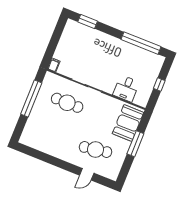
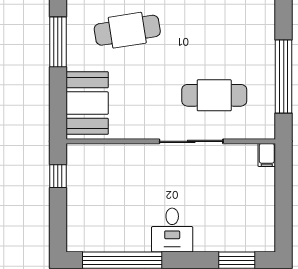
window: (159, 84) -> (58, 176), moved
desk: (126, 88) -> (172, 230), moved, turned 180
window: (135, 144) -> (58, 42), moved

